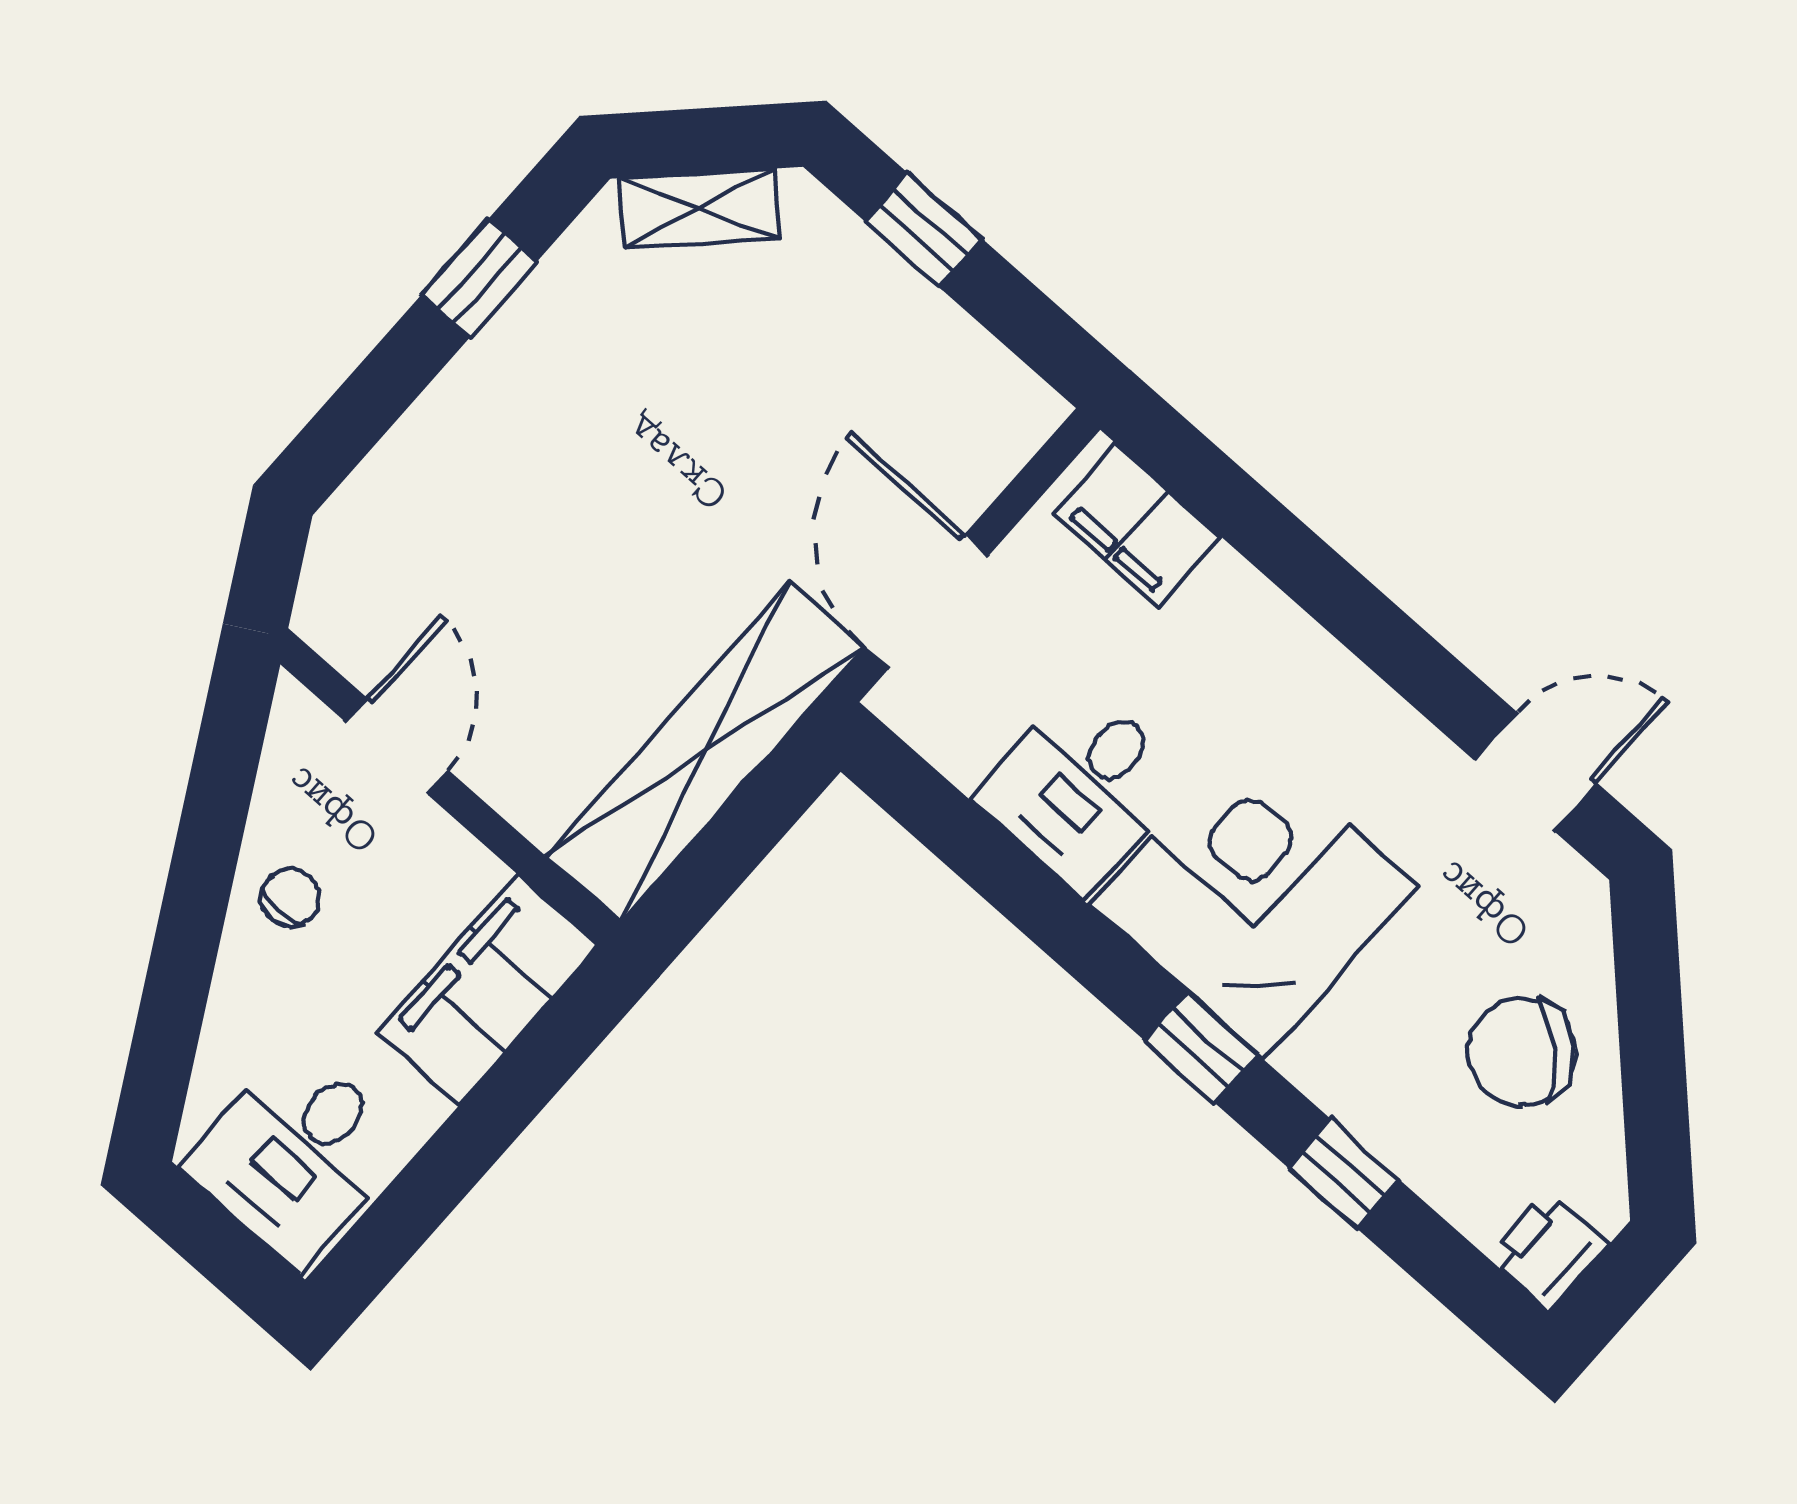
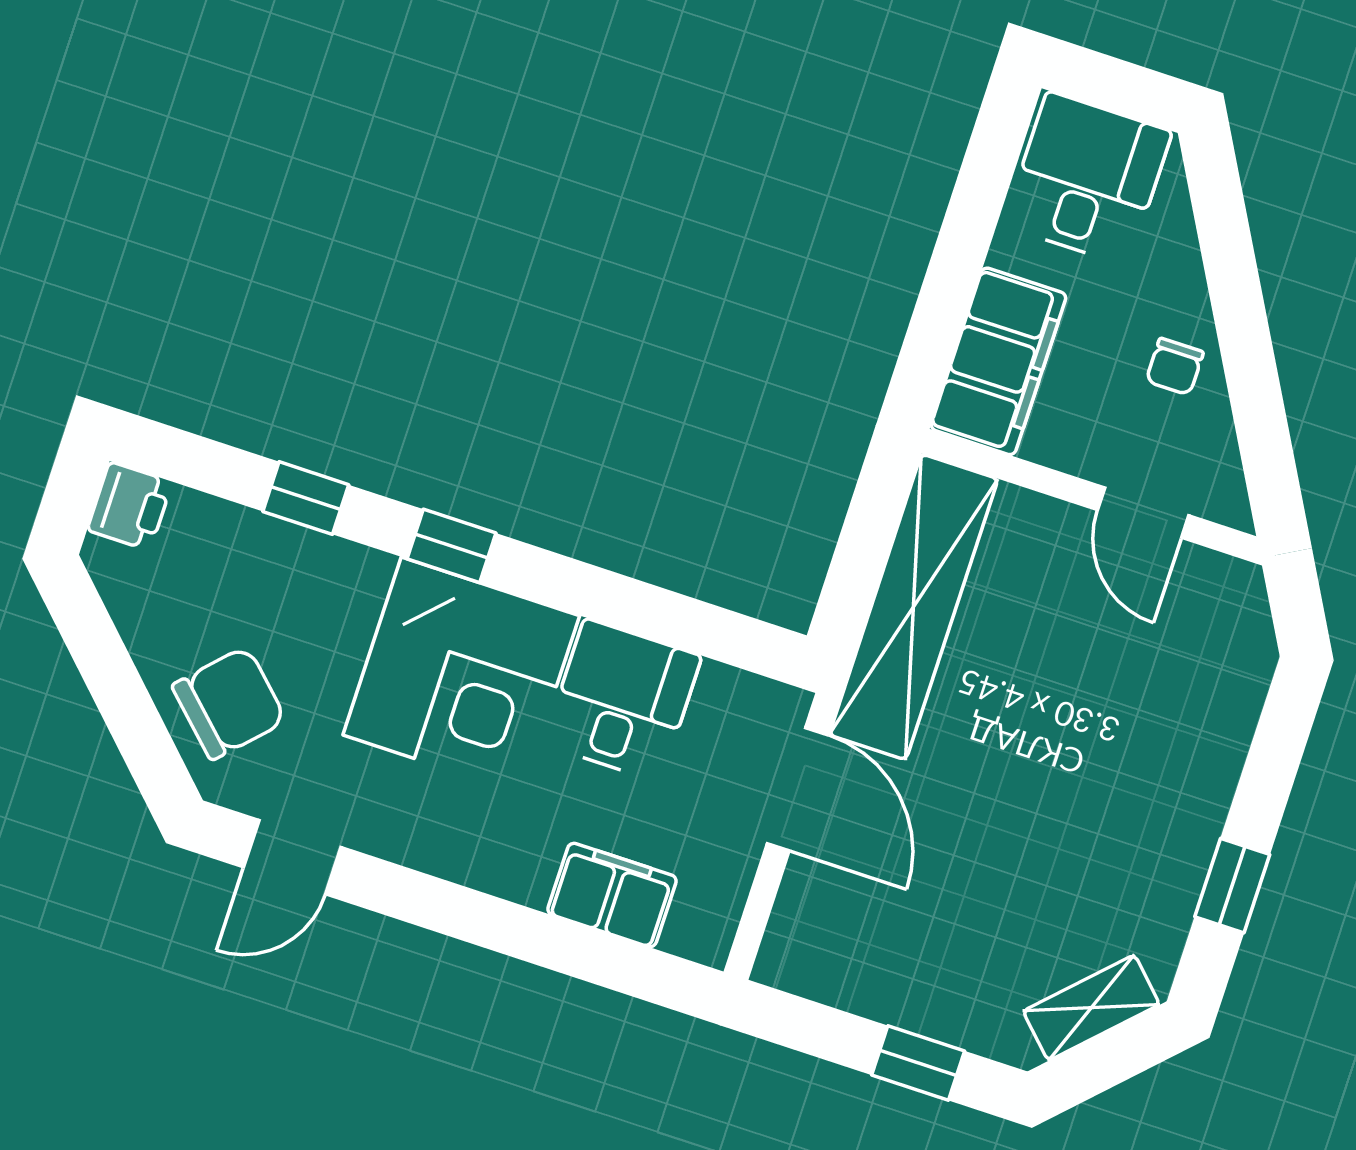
filing cabinet: (1137, 525) -> (612, 895), moved
chair: (1522, 1052) -> (229, 703), moved

